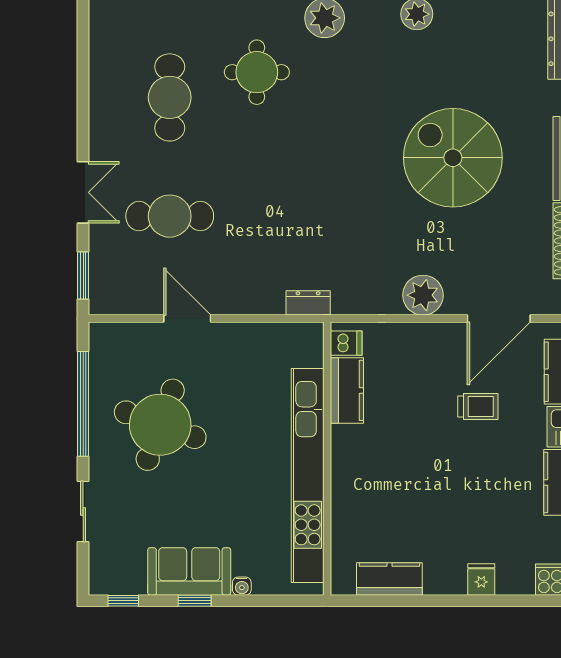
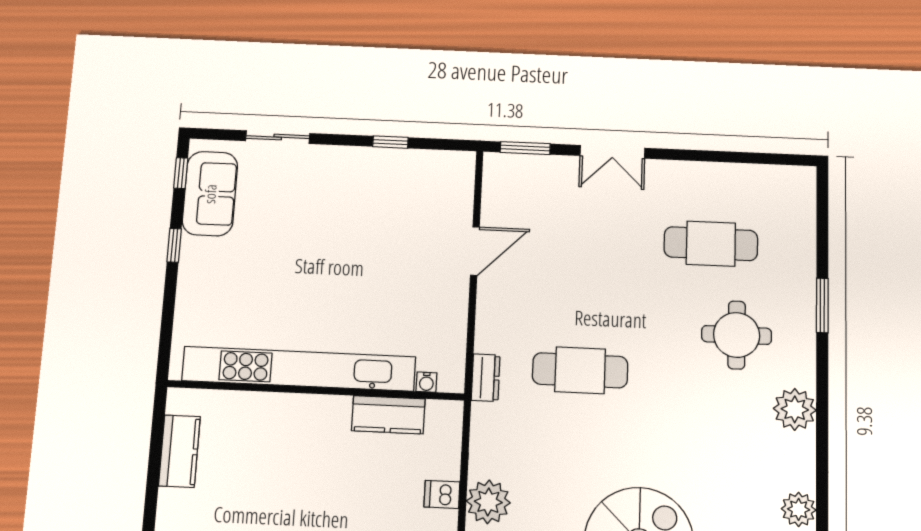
cafe table: (170, 216) -> (580, 370), moved, turned 90
dishwasher: (346, 343) -> (442, 494), moved, turned 90
window: (83, 404) -> (390, 142), width x0.32
round table: (160, 425) -> (364, 219), removed
sofa: (189, 571) -> (210, 194), moved
water cooler: (242, 586) -> (426, 382), moved, turned -90

